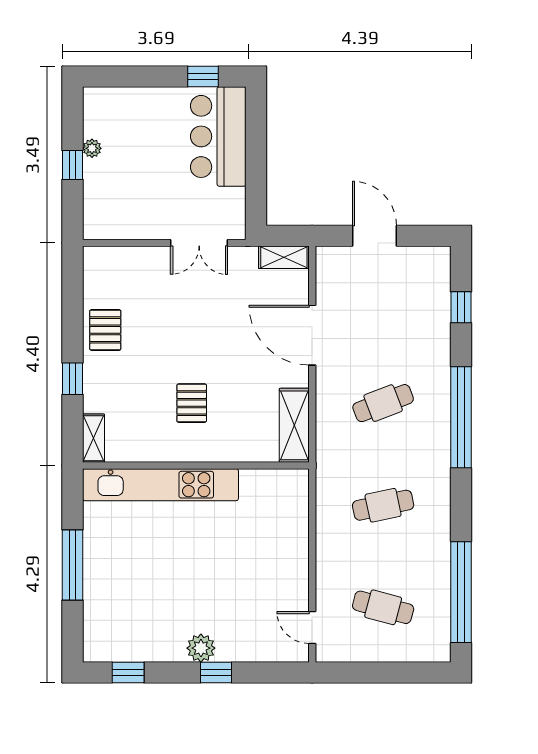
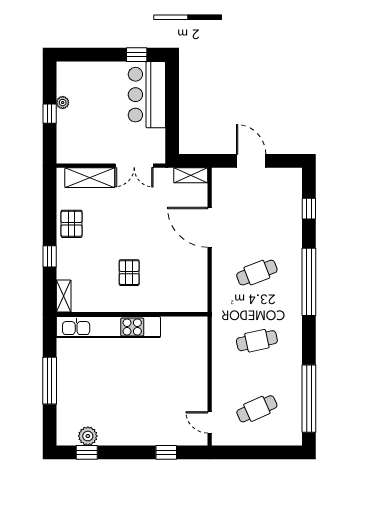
shelving: (294, 425) -> (90, 178), moved, turned 90
cafe table: (383, 607) -> (257, 409), turned -39
plant: (201, 648) -> (88, 436), moved
window: (216, 672) -> (166, 452), moved

